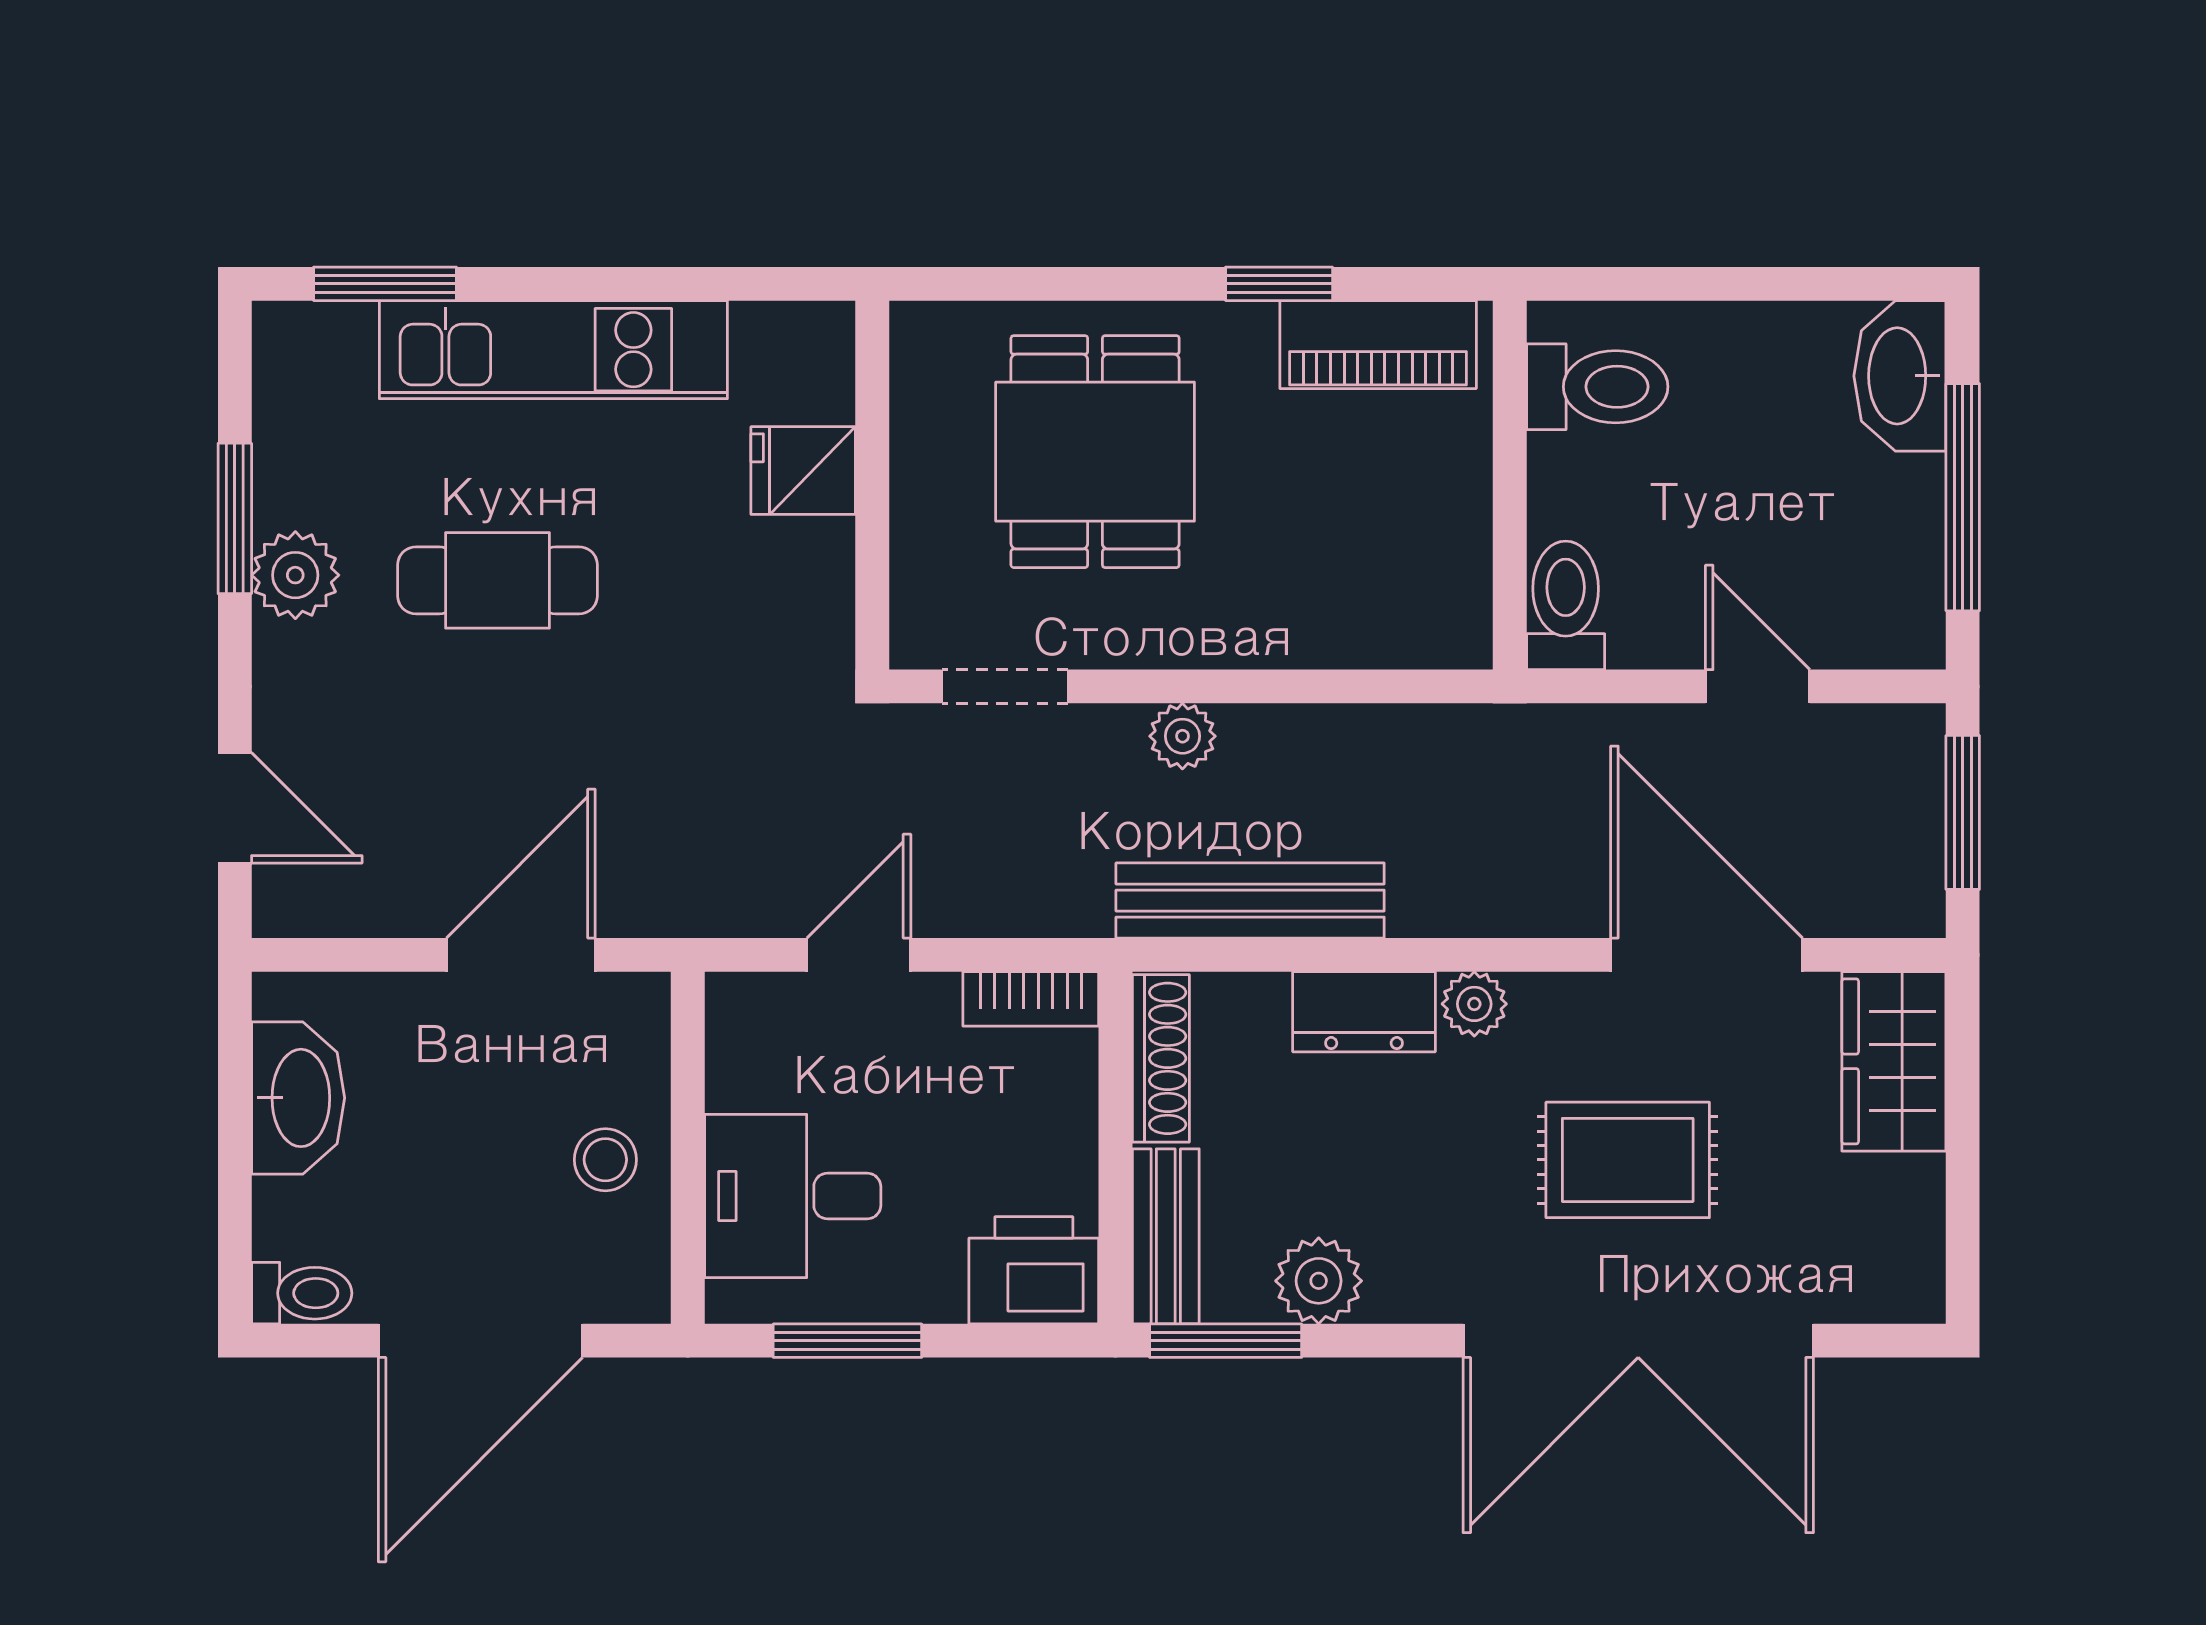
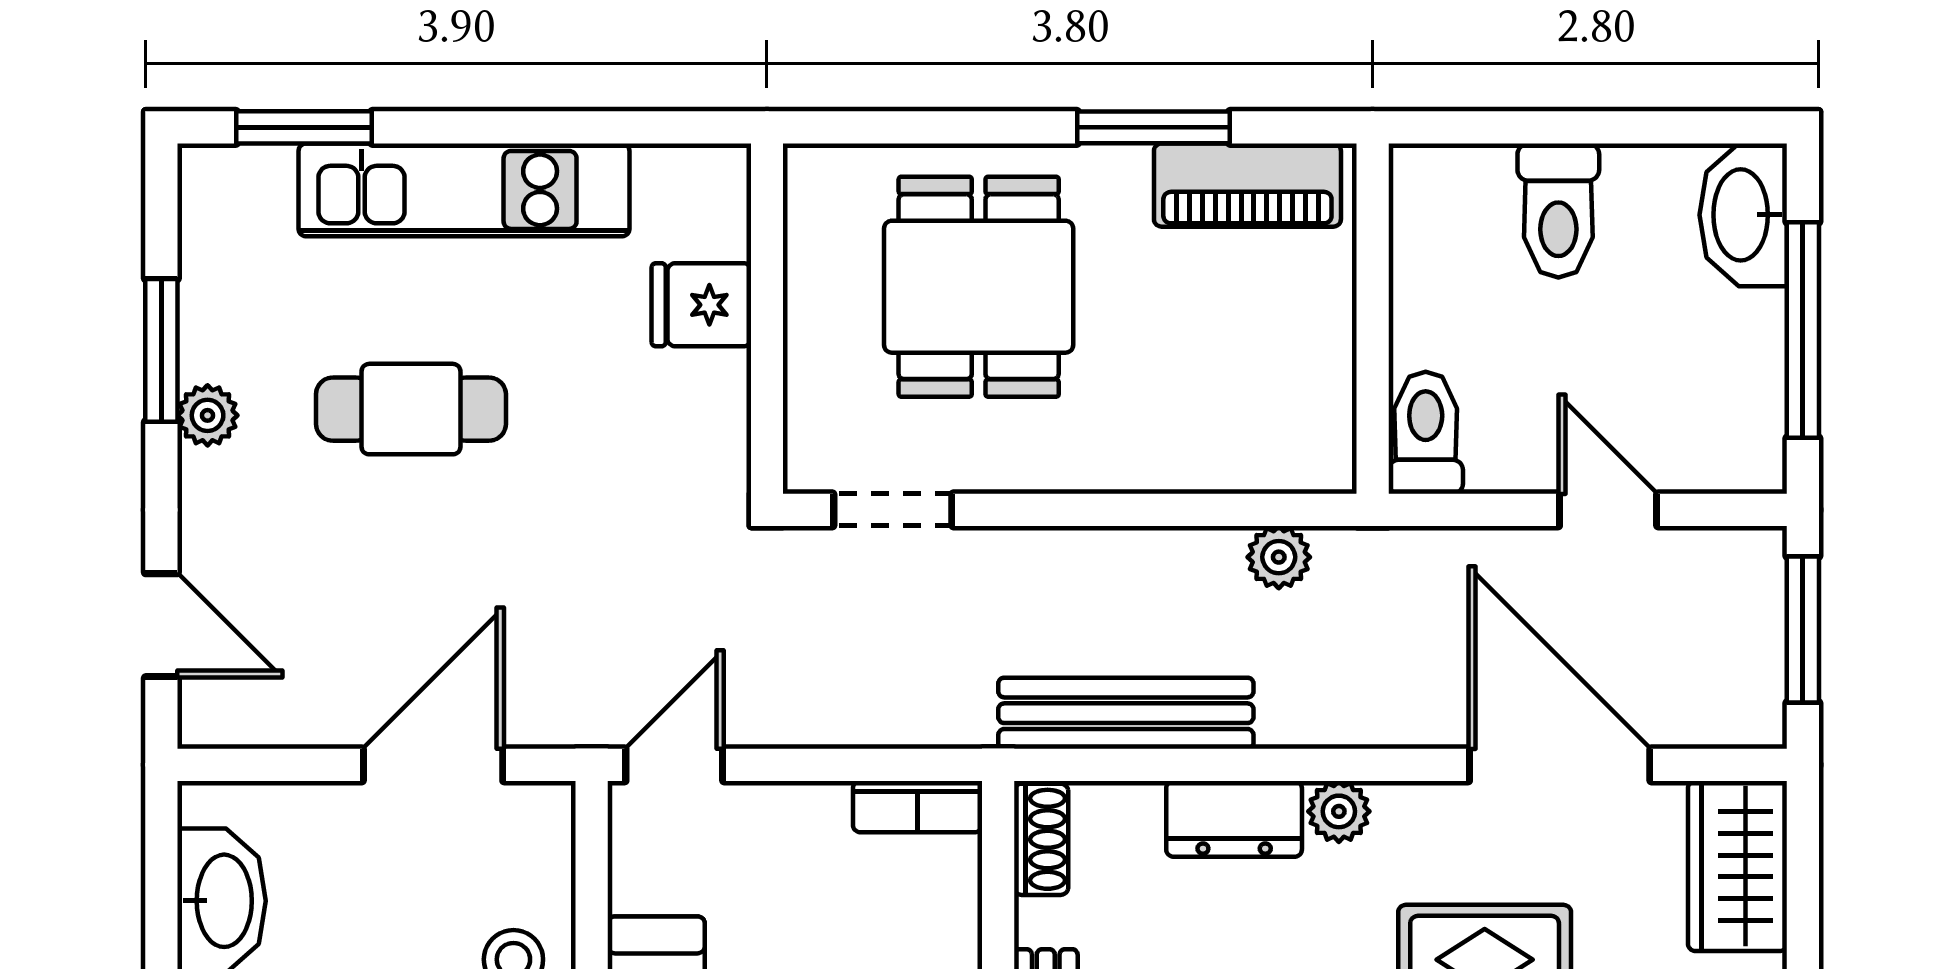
window: (1279, 284) -> (1153, 127), width x1.50
toilet: (1597, 387) -> (1558, 210), moved, turned 90
plant: (295, 575) -> (208, 415), width x0.73, depth x0.73
plant: (1182, 736) -> (1279, 557), moved
door: (859, 955) -> (674, 765), moved
shoe rack: (1161, 1058) -> (1041, 839), width x0.70

